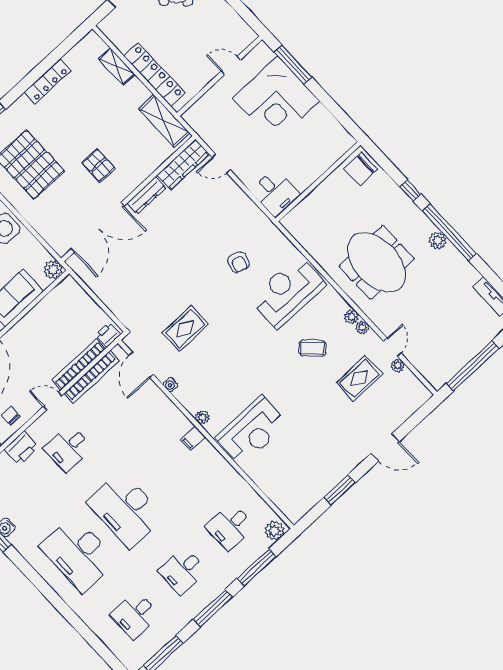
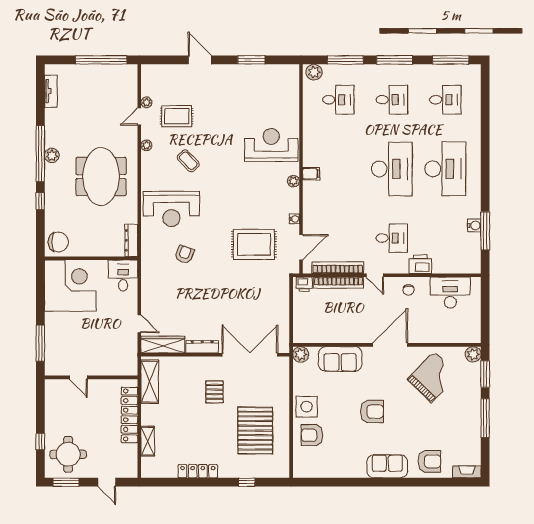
corner desk: (276, 100) -> (70, 286), moved
dresser: (297, 231) -> (131, 240), added
plant: (352, 317) -> (147, 158), removed
rug: (185, 329) -> (254, 244), width x1.36, depth x1.43

